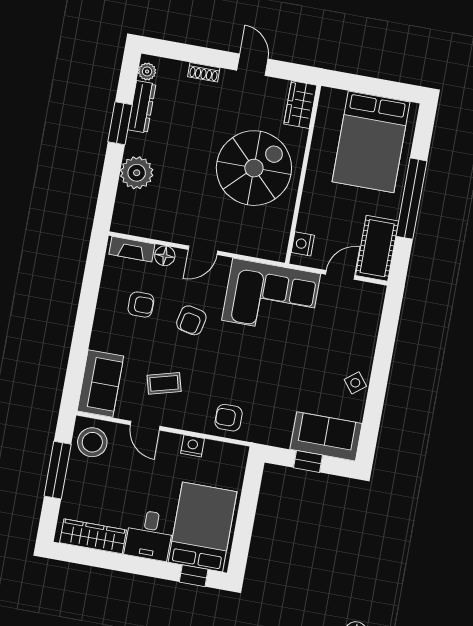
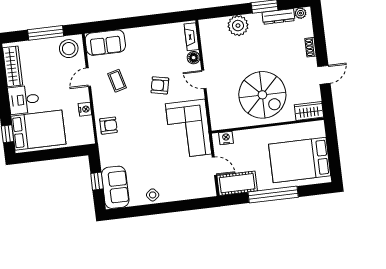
armchair: (141, 305) -> (160, 52), removed
armchair: (229, 418) -> (108, 126), turned 90

